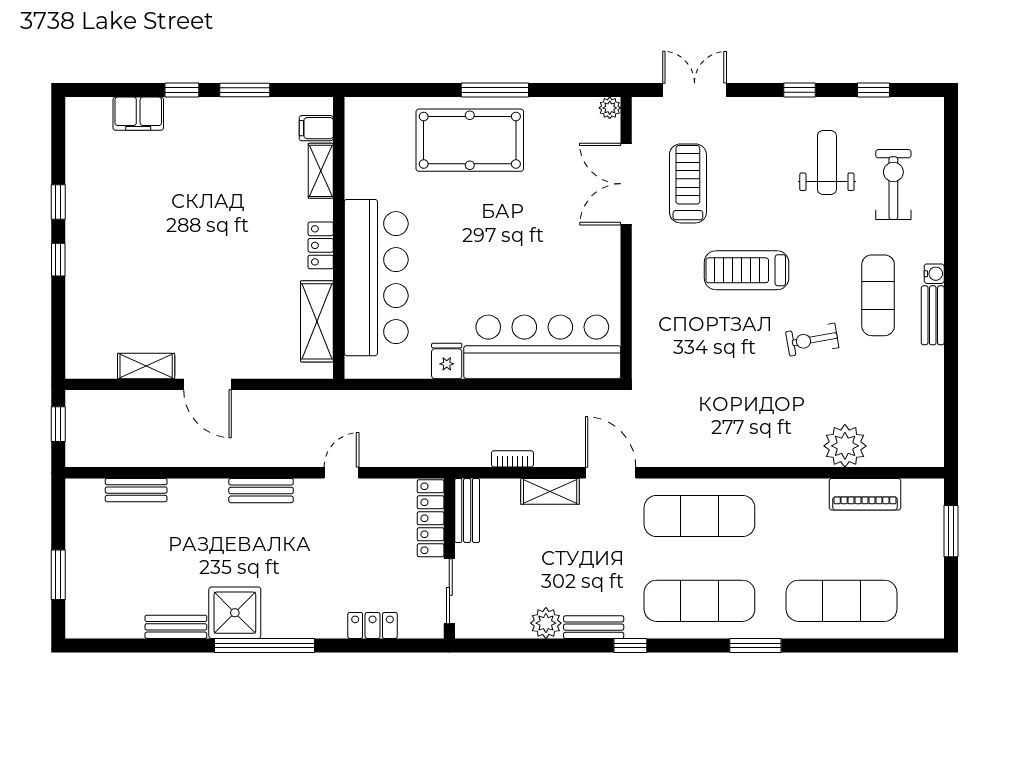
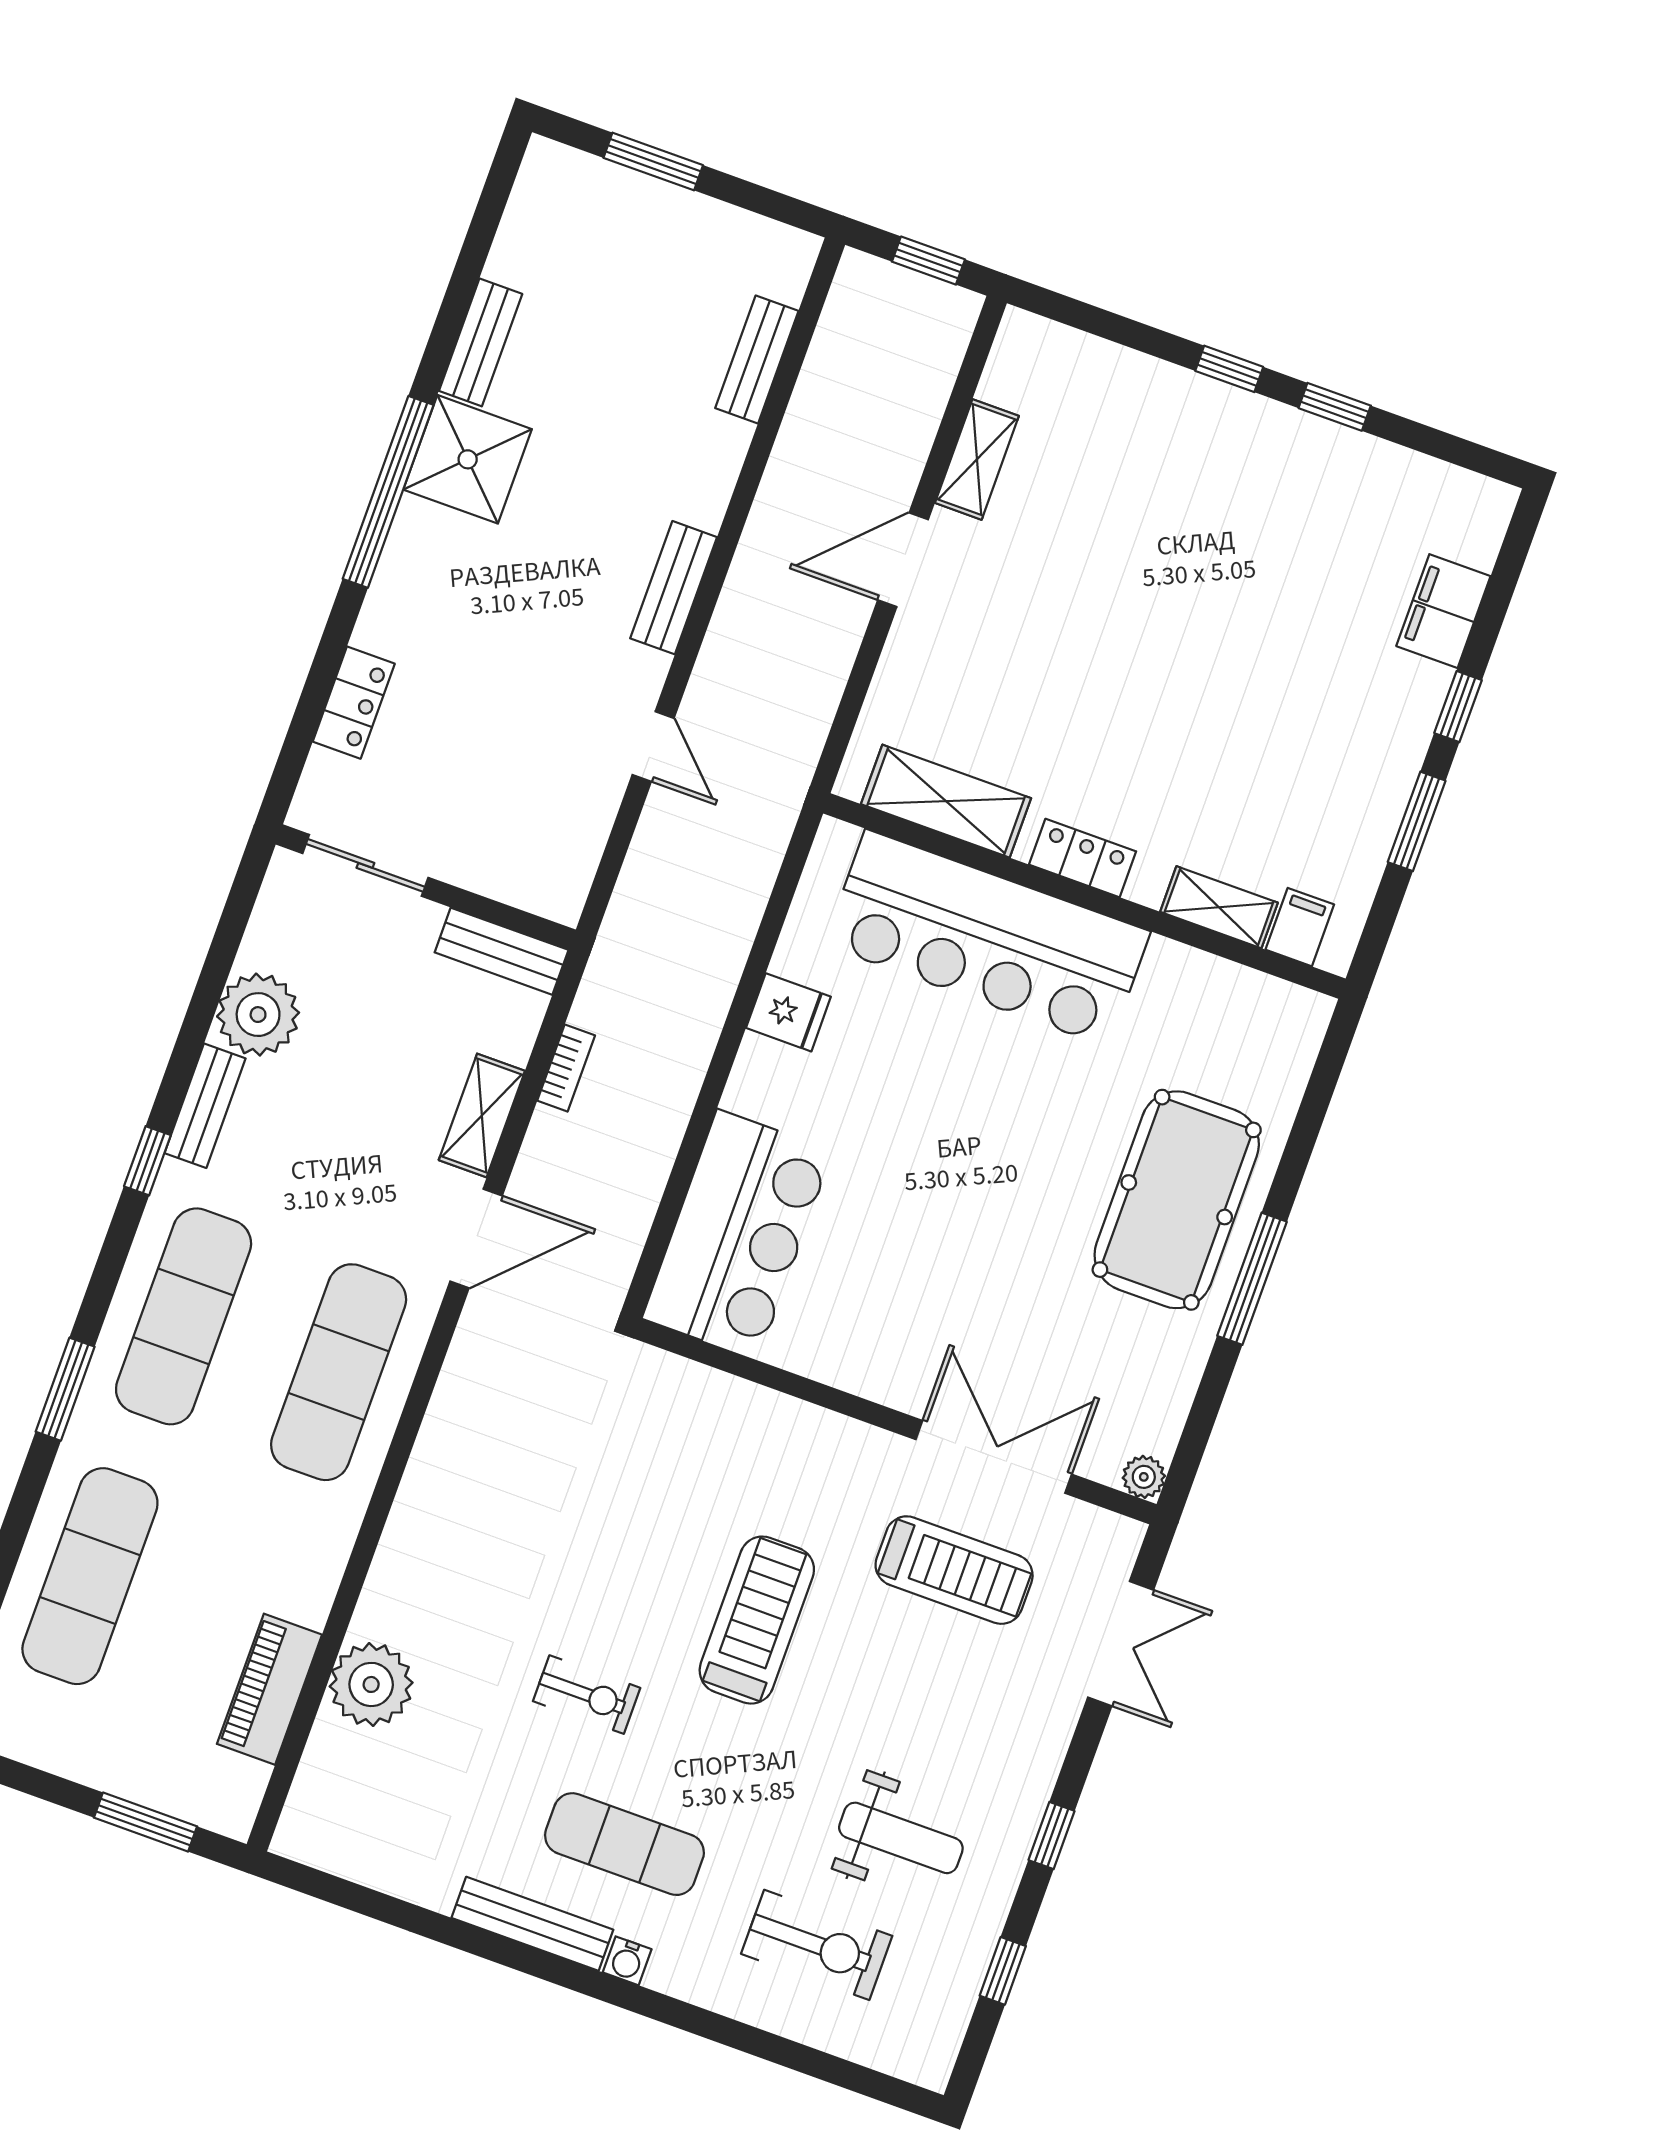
bench: (933, 315) -> (532, 1924), width x1.36
exercise bike: (812, 340) -> (587, 1695), turned 100
bar counter: (542, 347) -> (737, 1234), width x0.73
locker: (431, 518) -> (511, 879), removed
plant: (546, 623) -> (258, 1015), width x1.36, depth x1.36

